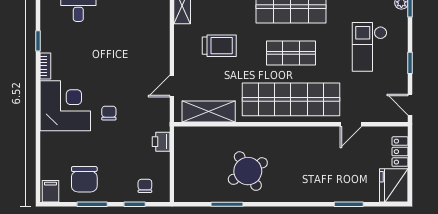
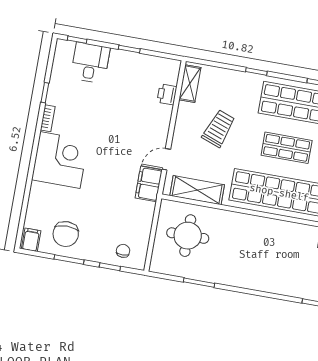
trolley: (219, 46) -> (219, 129), turned -70
chair: (109, 113) -> (101, 174), removed
filing cabinet: (159, 114) -> (149, 184), added
printer: (161, 142) -> (167, 94), moved
round table: (248, 171) -> (188, 236), moved, turned 30

